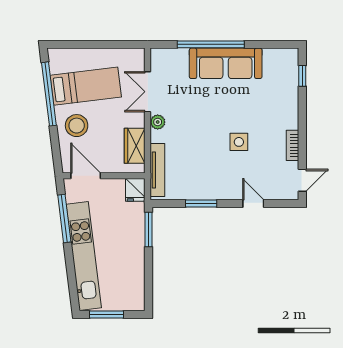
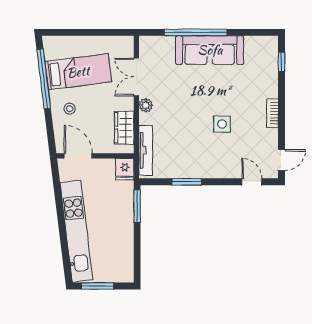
stool: (77, 126) -> (70, 109), width x0.53, depth x0.53
bookcase: (293, 145) -> (272, 113), moved
door: (253, 204) -> (252, 182), moved
window: (64, 219) -> (58, 196), removed

